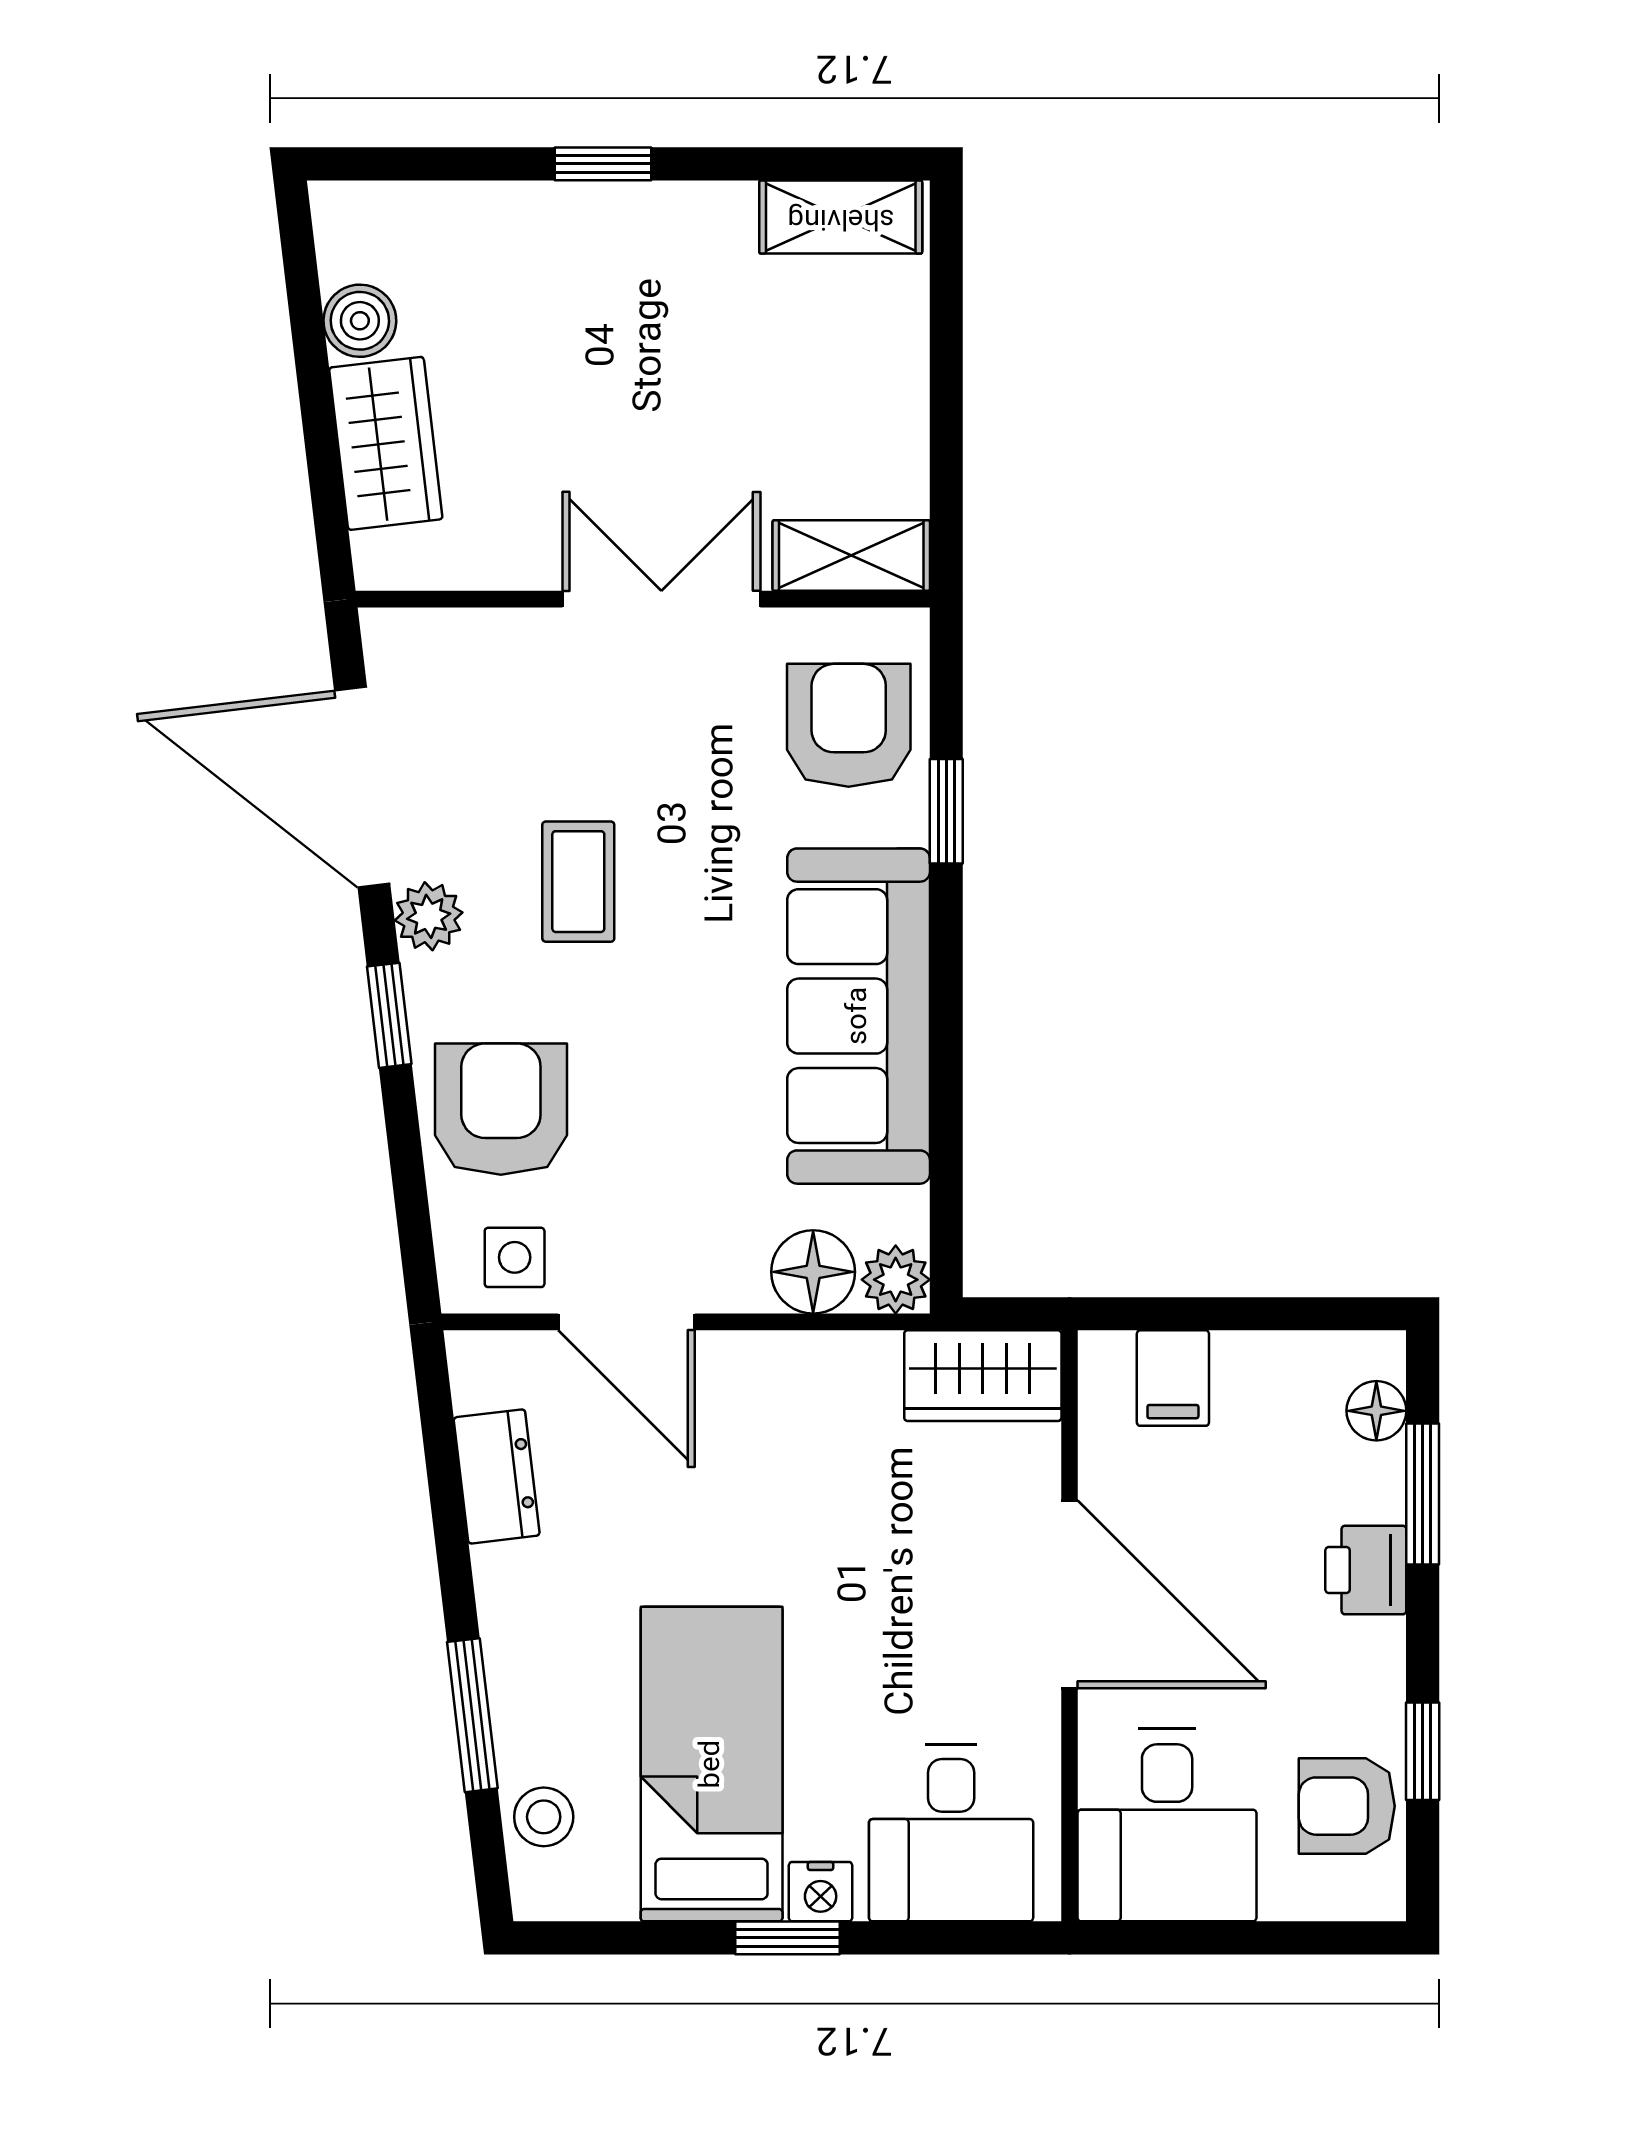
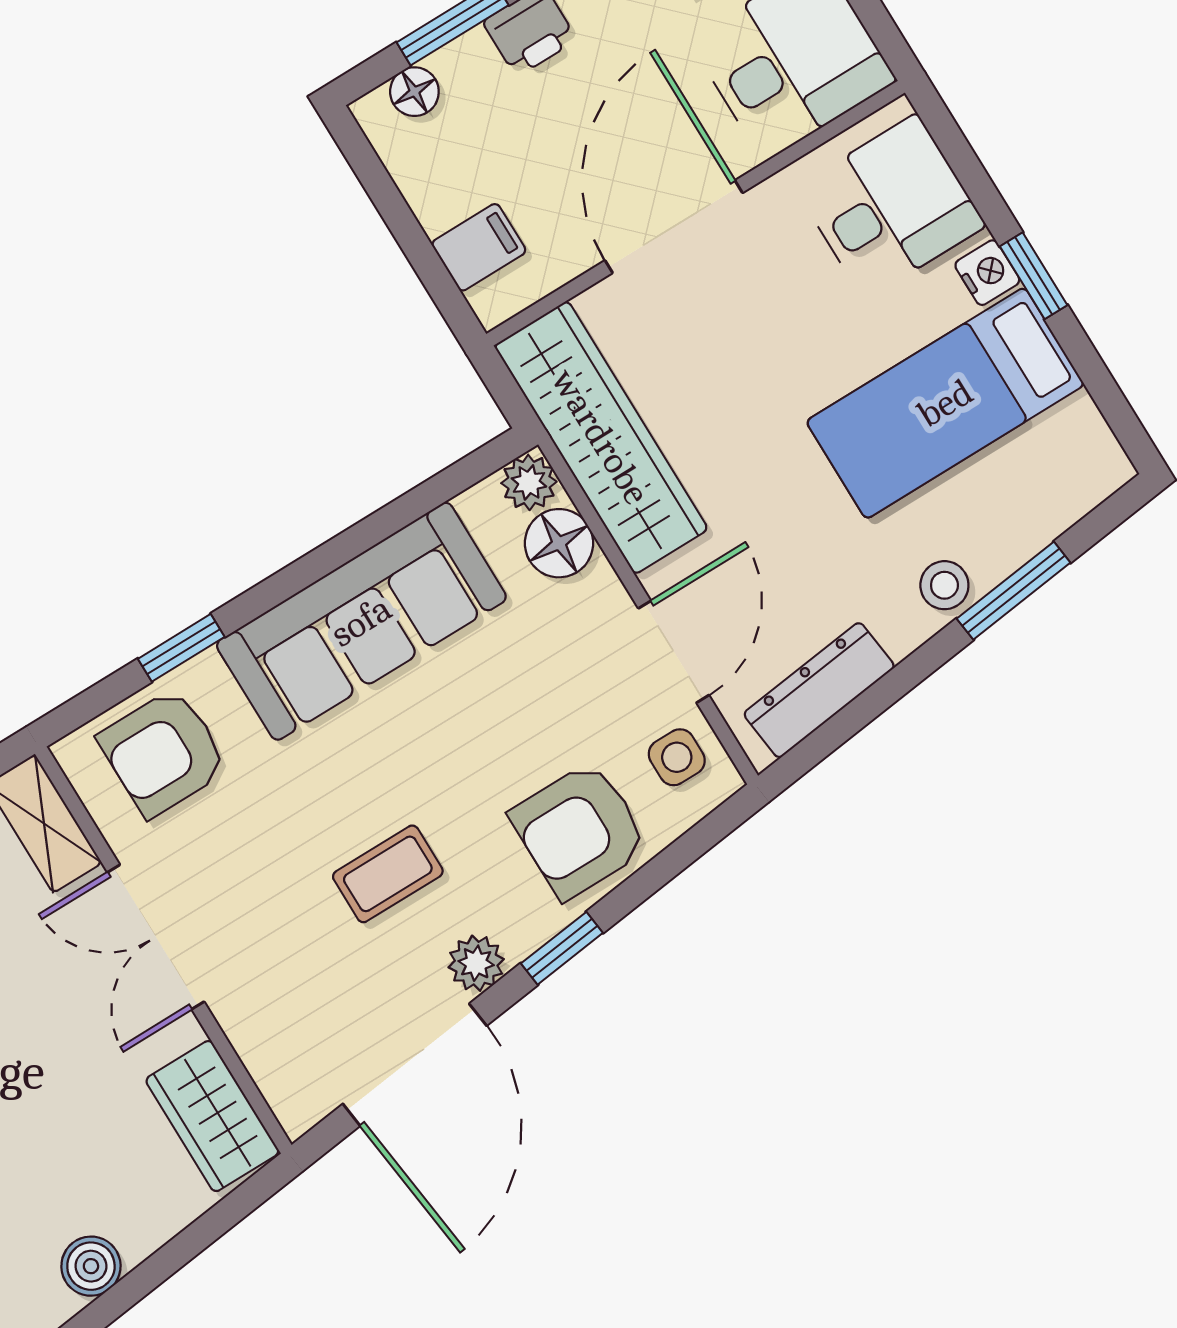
wardrobe: (386, 443) -> (212, 1116), moved, turned -83
wardrobe: (983, 1376) -> (601, 437), width x2.10, depth x1.17
dresser: (497, 1476) -> (819, 690), width x1.44
stool: (544, 1817) -> (944, 585), moved

